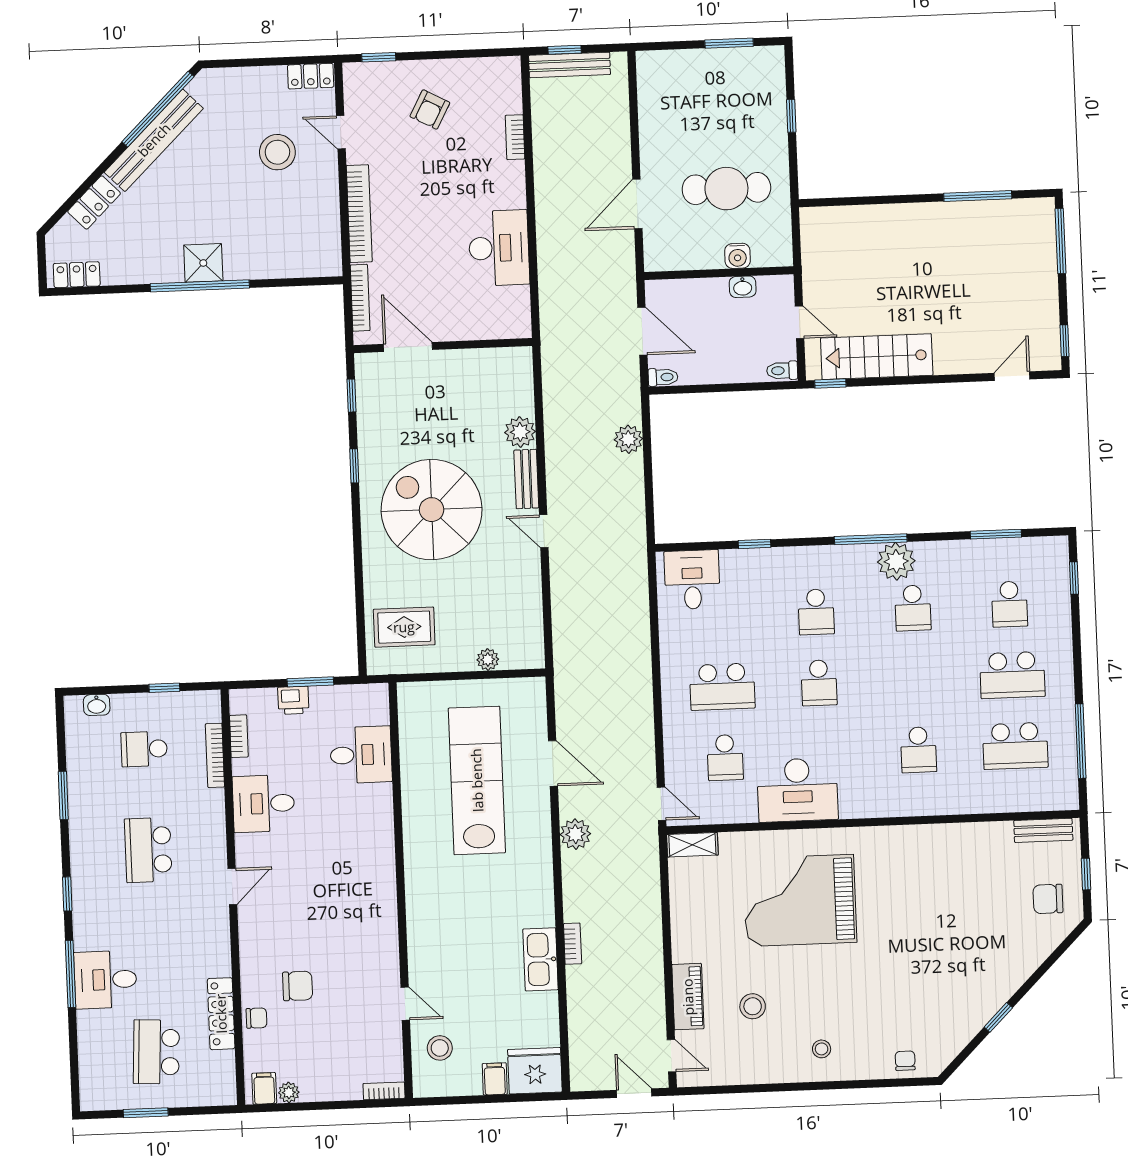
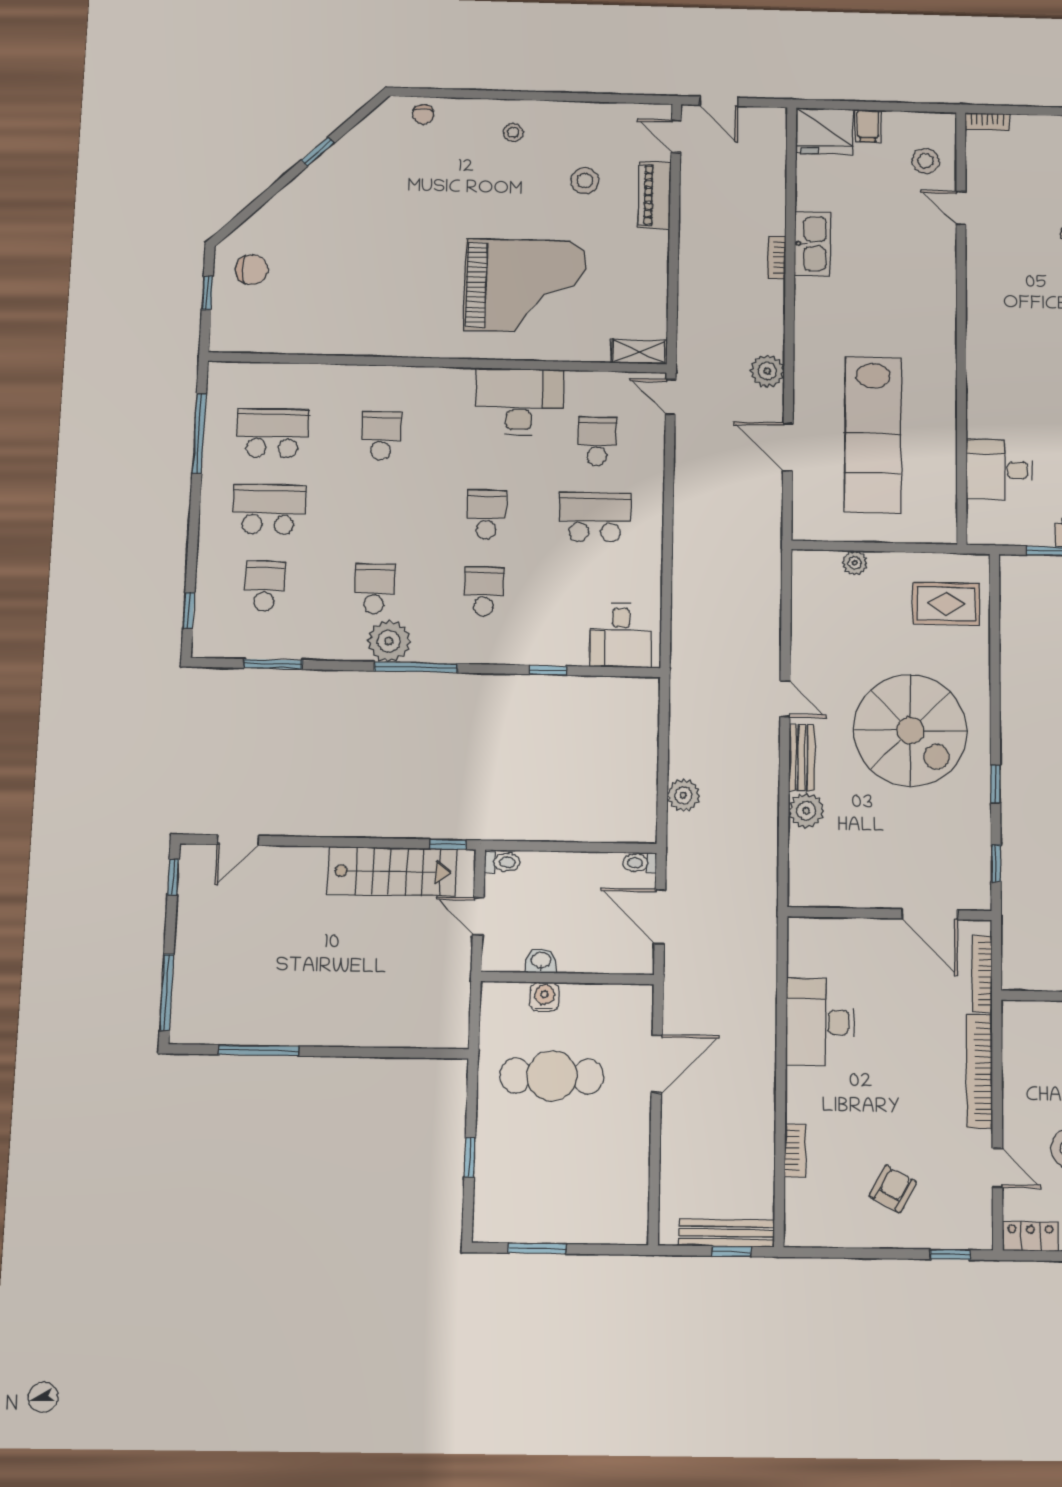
bench: (1043, 830) -> (250, 342), removed

